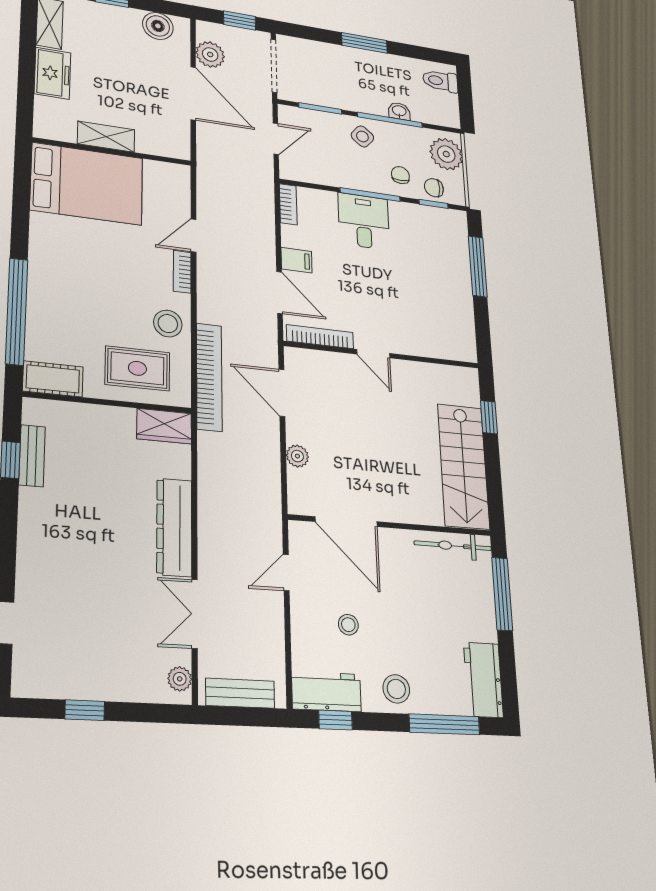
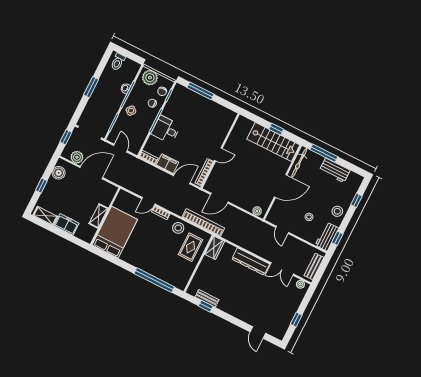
door: (194, 235) -> (148, 201), hinge flipped
filing cabinet: (296, 260) -> (167, 164), width x2.00
cot: (53, 379) -> (183, 279), removed
window: (489, 417) -> (276, 129), moved
plant: (297, 456) -> (257, 211), moved
door: (346, 522) -> (281, 186), moved
workbench: (483, 680) -> (335, 170), moved
window: (444, 724) -> (356, 200), width x0.46

